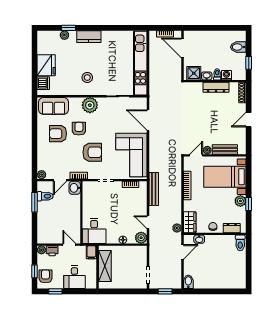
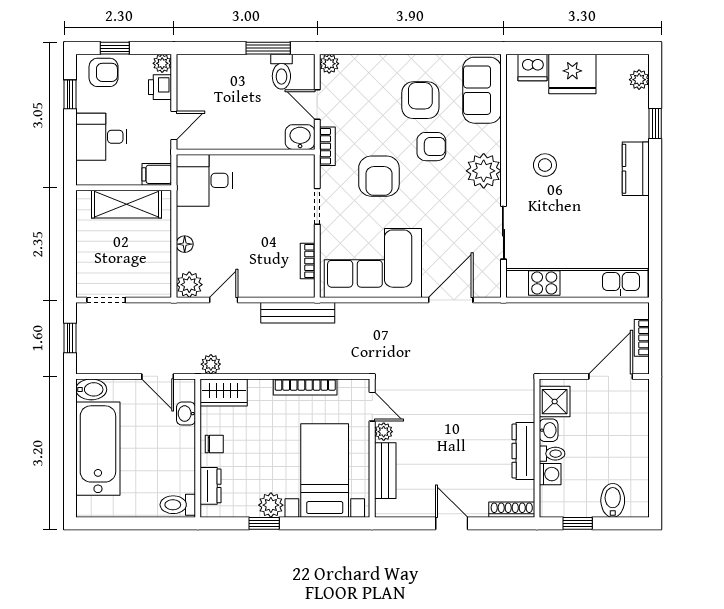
plant: (64, 35) -> (639, 80), moved
bathtub: (215, 279) -> (98, 449), added

